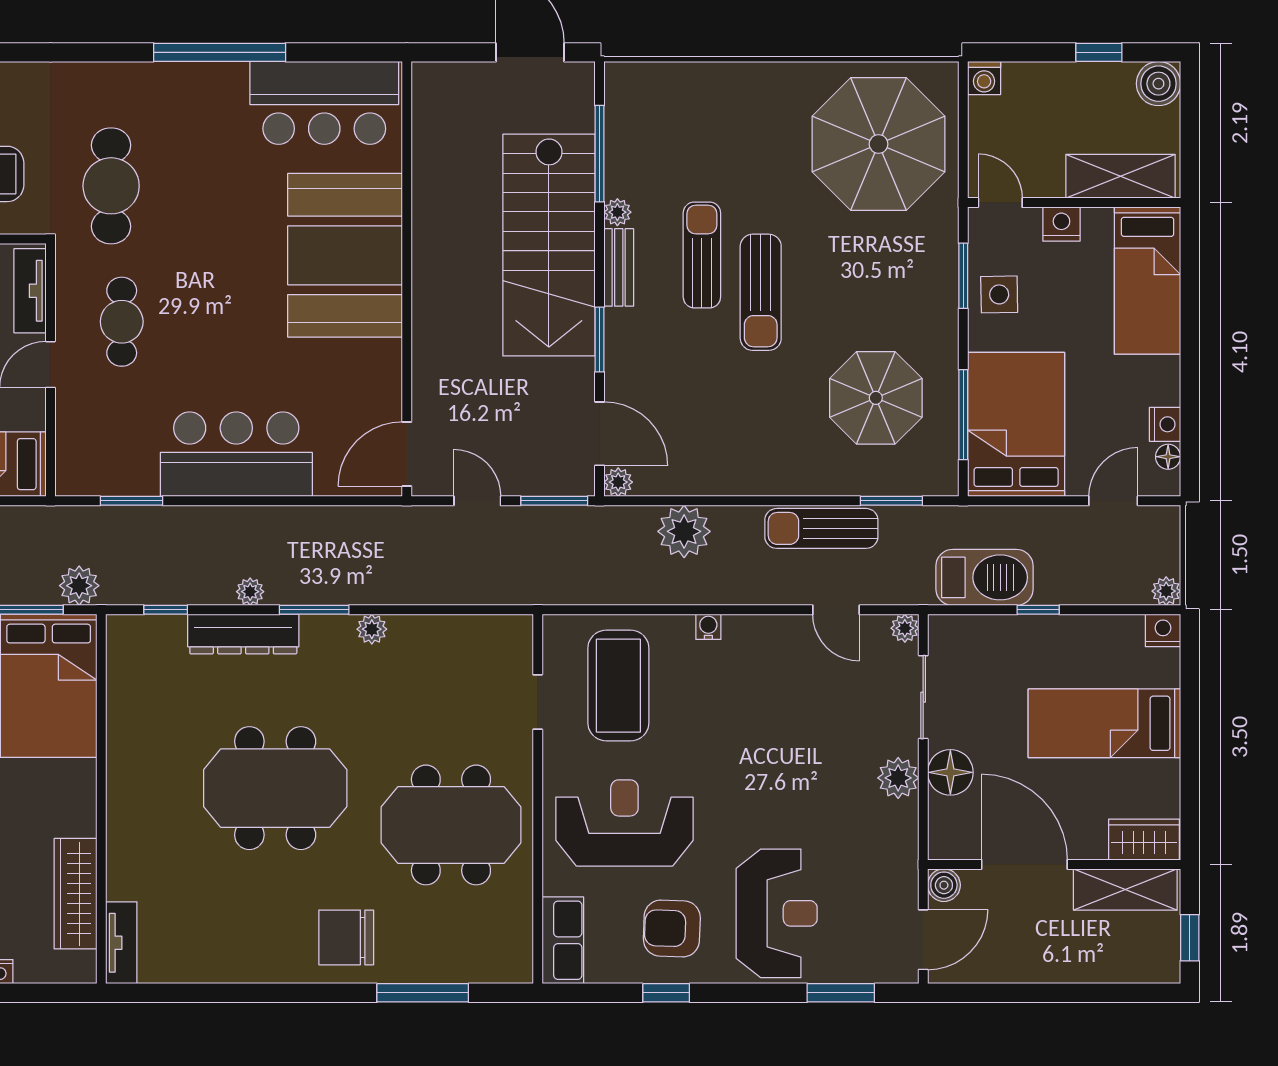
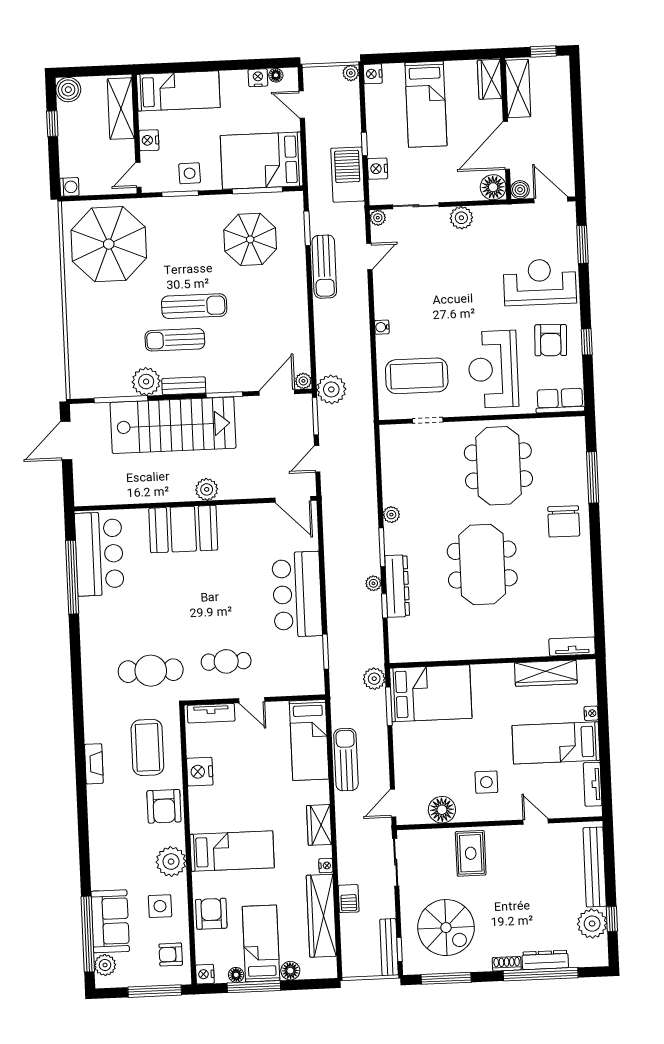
window: (220, 52) -> (72, 577), moved
plant: (617, 212) -> (146, 382), width x1.87, depth x1.87
booth: (345, 255) -> (183, 529), width x0.73, depth x0.70
plant: (431, 300) -> (207, 489), added
plant: (684, 531) -> (331, 389), moved
window: (166, 610) -> (385, 606), moved
nightstand: (993, 632) -> (378, 169), added
floor lamp: (950, 772) -> (493, 187), moved

